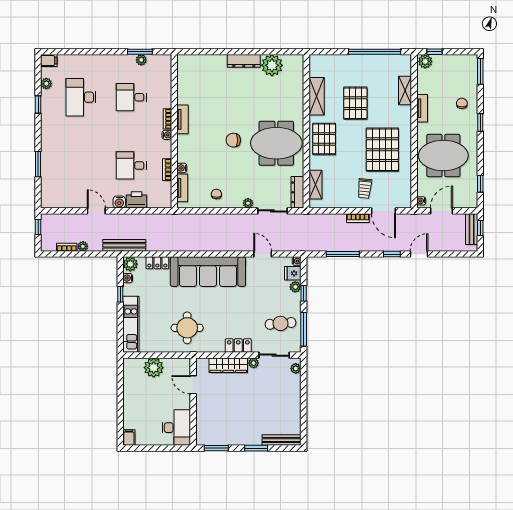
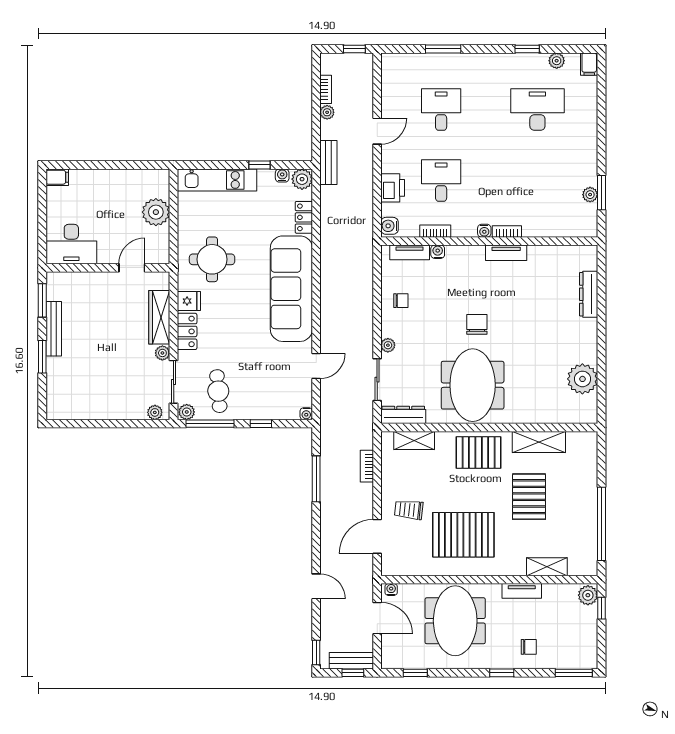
dresser: (244, 61) -> (589, 294), moved
desk: (131, 97) -> (441, 110), moved
pallet: (355, 103) -> (529, 497), turned 90
water cooler: (119, 202) -> (389, 226), moved
bookcase: (358, 218) -> (367, 466), moved
bench: (124, 245) -> (328, 162), width x0.73
window: (392, 254) -> (316, 653), moved
fridge: (293, 273) -> (189, 301), moved, turned 90
plant: (295, 287) -> (187, 412), moved
bench: (282, 440) -> (54, 329), moved

